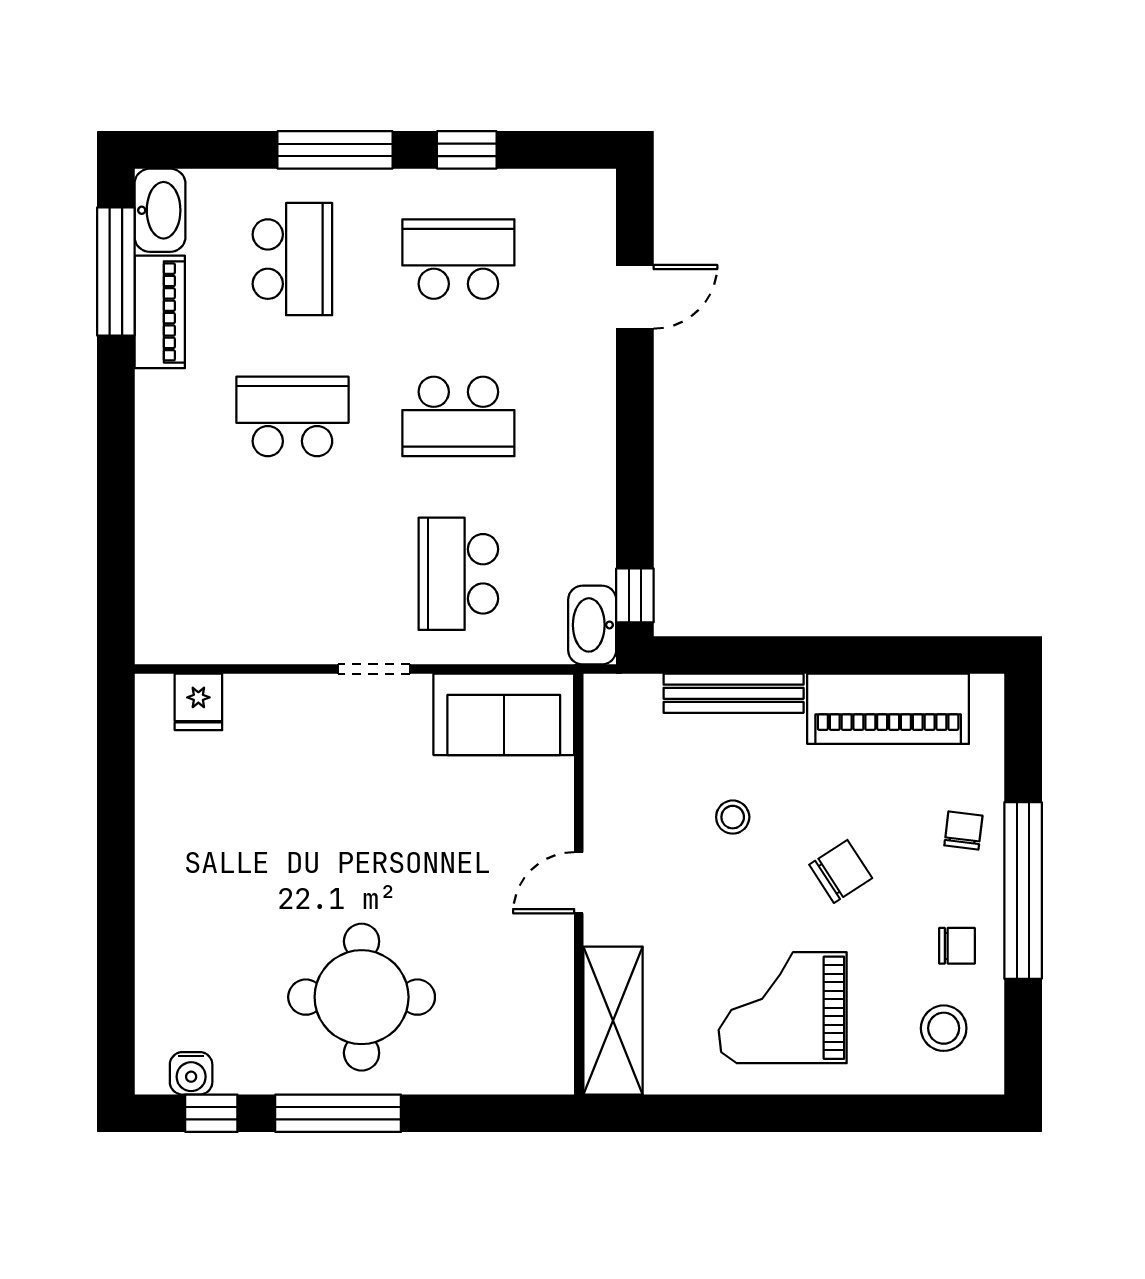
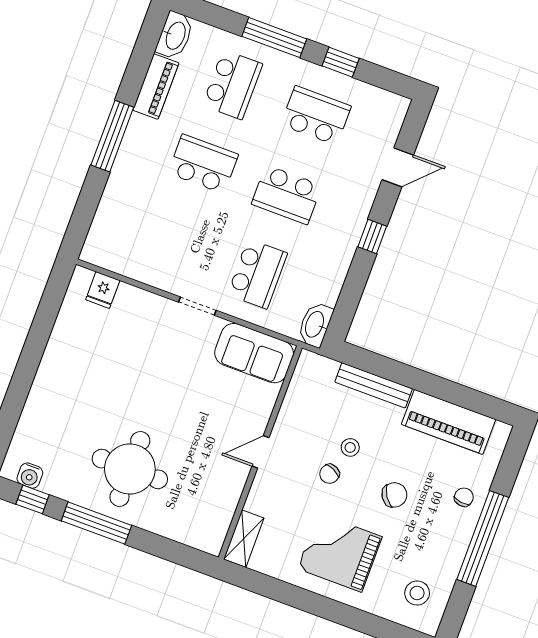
window: (116, 271) -> (112, 136), moved
school desk: (458, 574) -> (257, 274), turned 180
window: (635, 595) -> (372, 236), moved
chair: (957, 946) -> (330, 474), moved, turned 115
shelving: (613, 1021) -> (244, 539), width x0.67, depth x0.75

